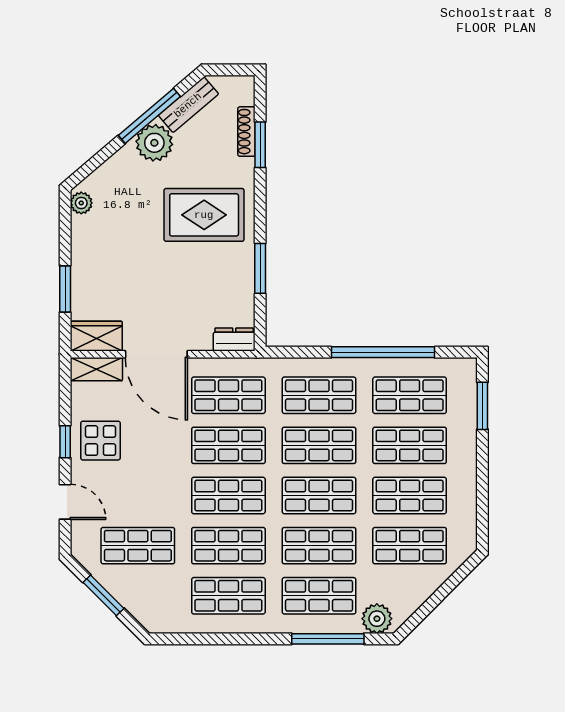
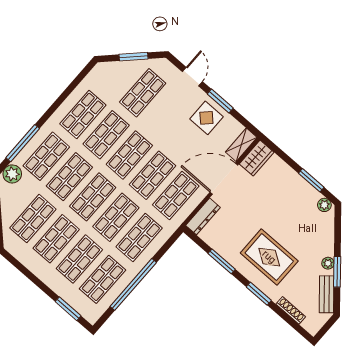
window: (149, 116) -> (337, 272), width x0.69
plant: (154, 143) -> (328, 263), width x0.53, depth x0.53
window: (260, 145) -> (259, 294), moved
rug: (204, 215) -> (269, 257), turned 90
window: (65, 289) -> (311, 180), moved
dresser: (234, 340) -> (203, 216), width x1.44
window: (65, 442) -> (220, 101), width x1.50
door: (65, 502) -> (192, 77), swing flipped

